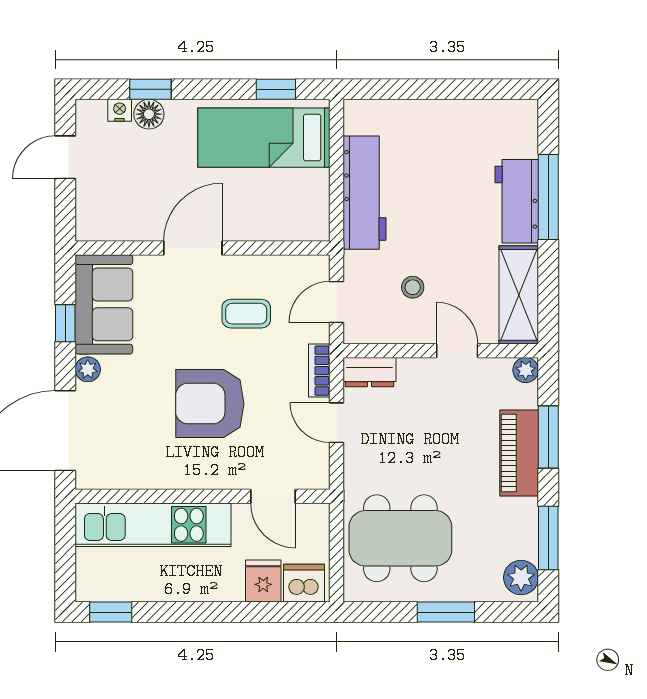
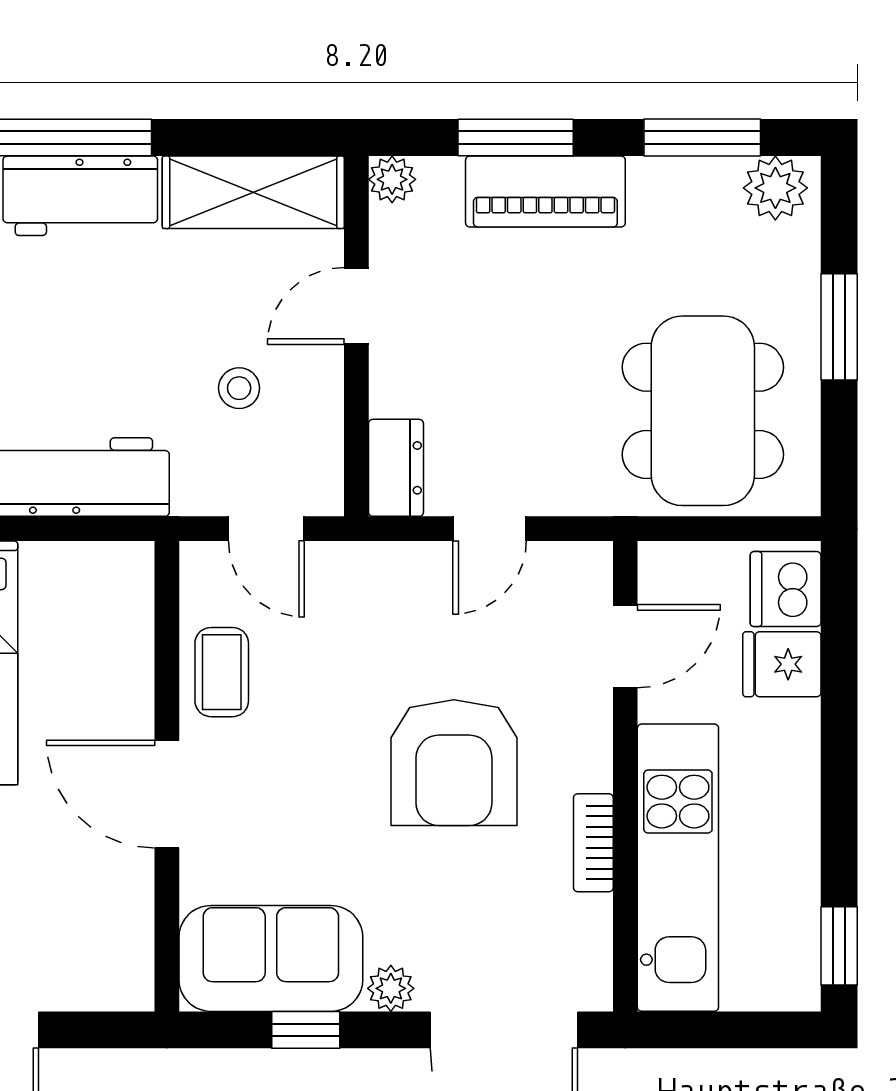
coffee table: (246, 314) -> (222, 672), moved
bookcase: (319, 371) -> (593, 843), moved, turned 90

